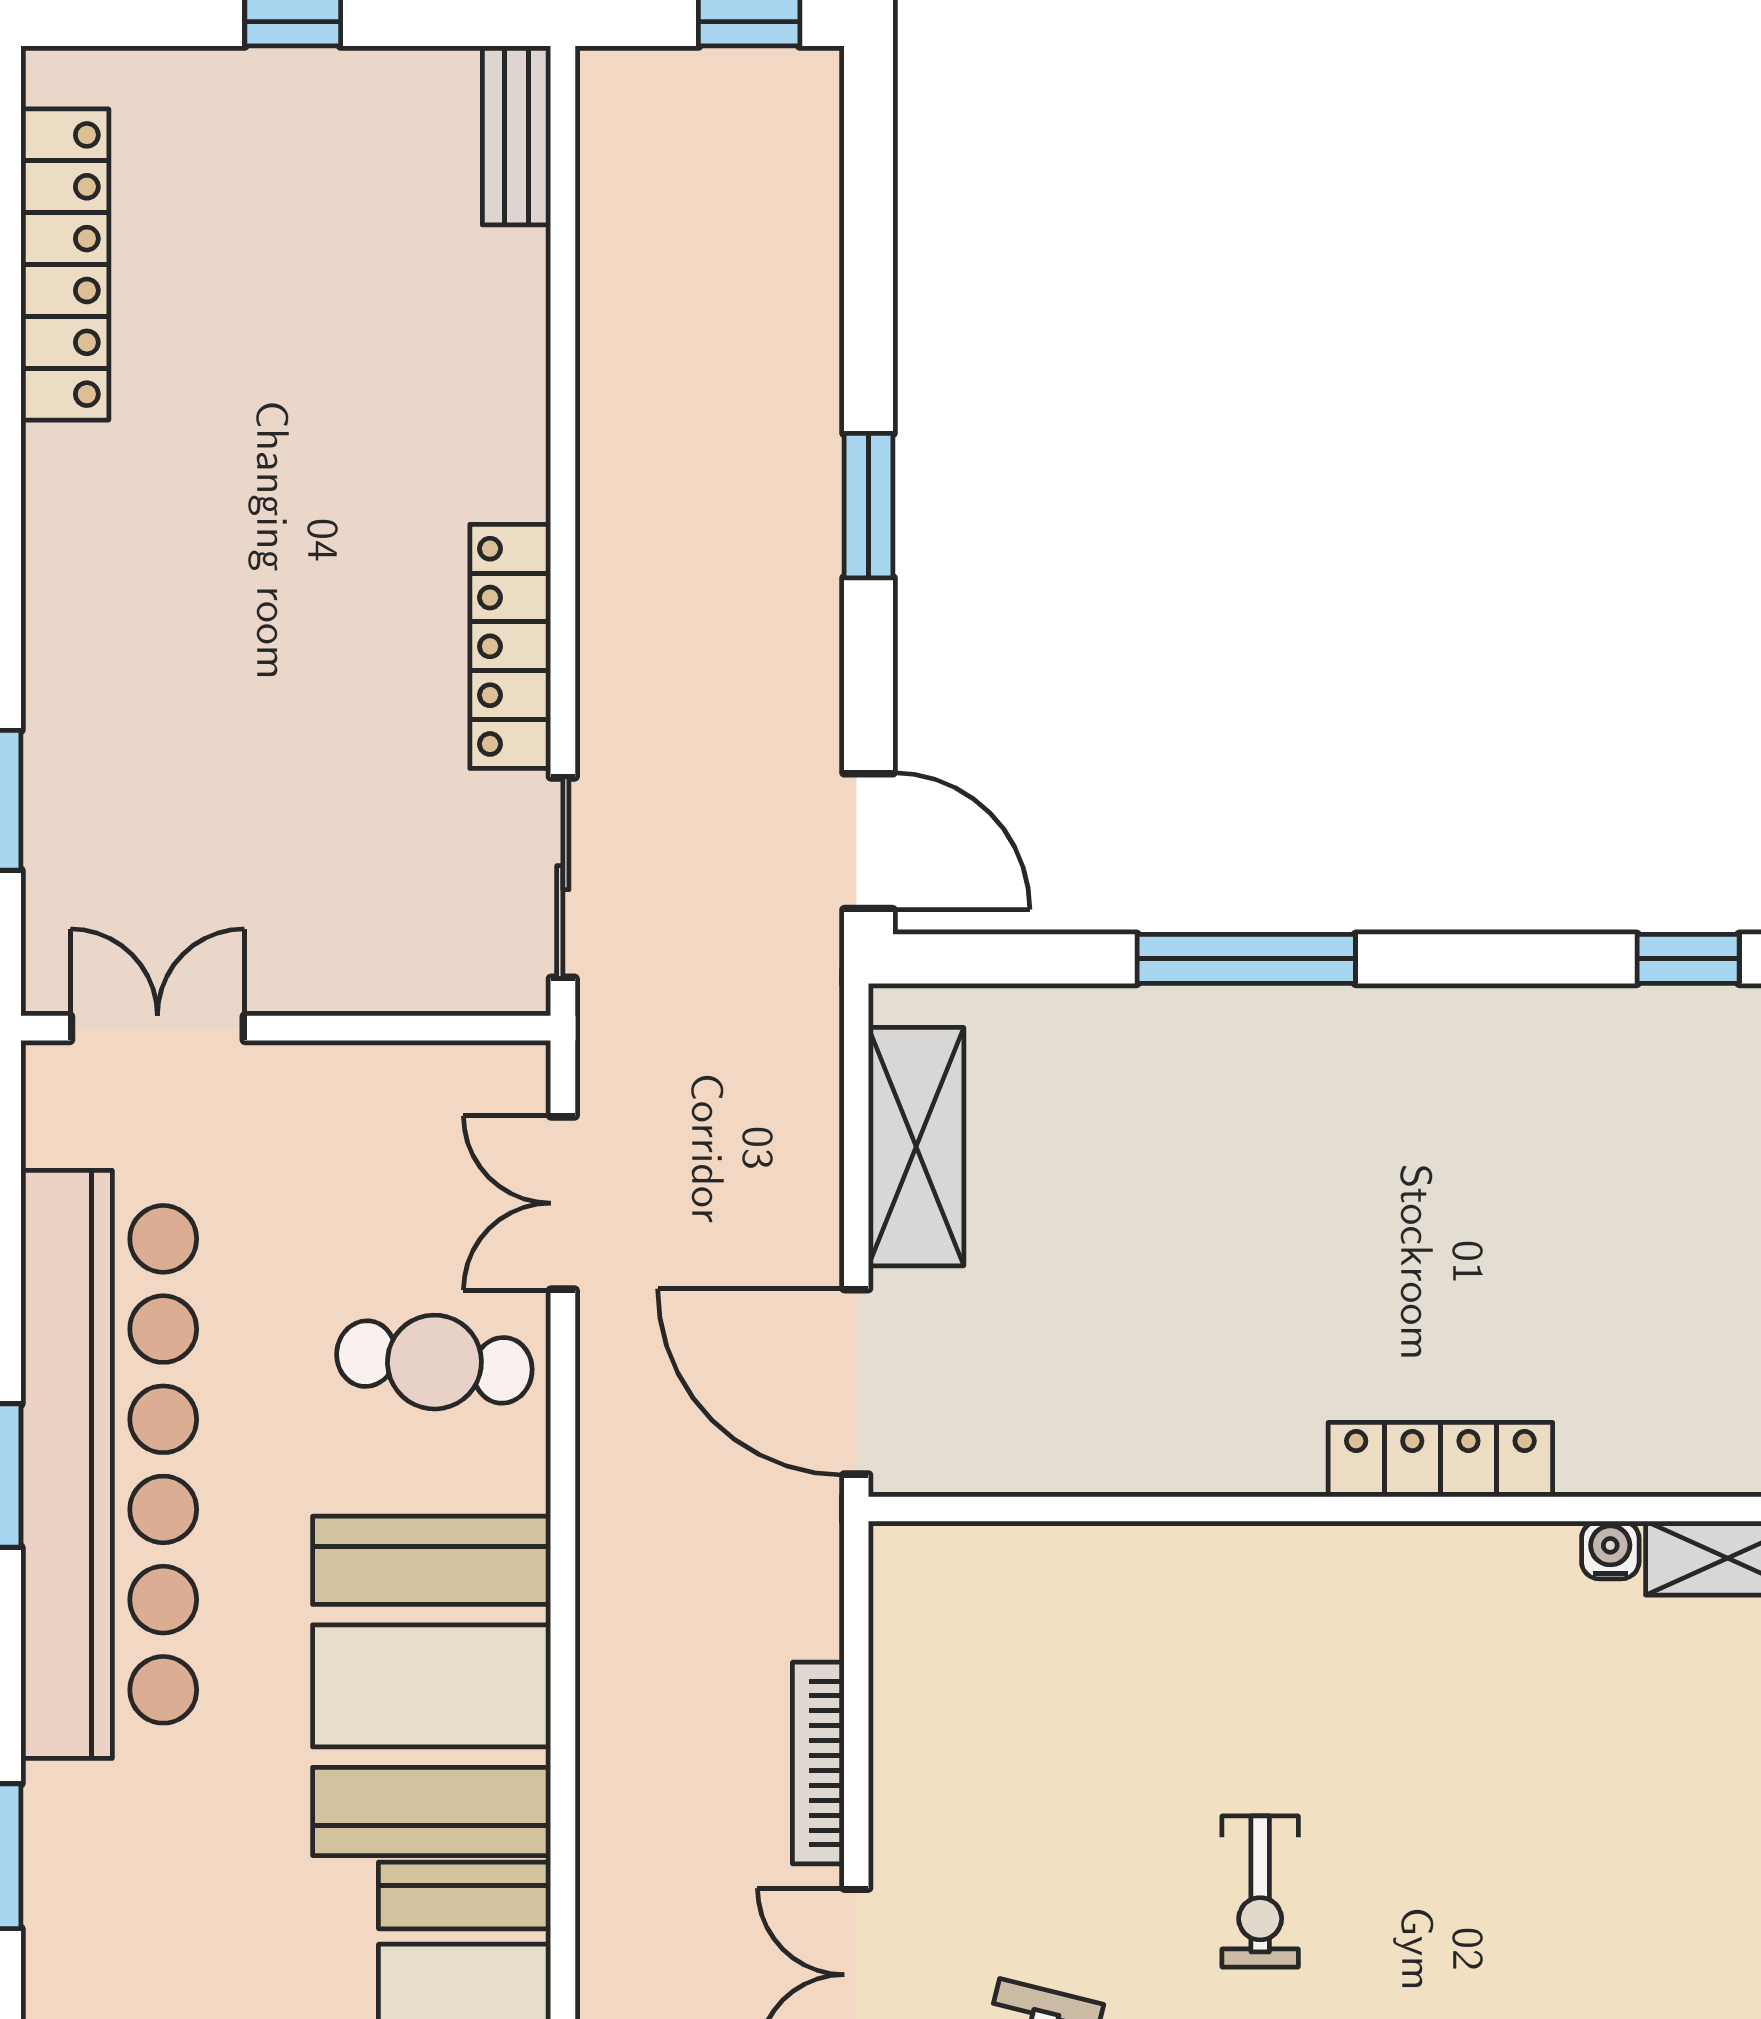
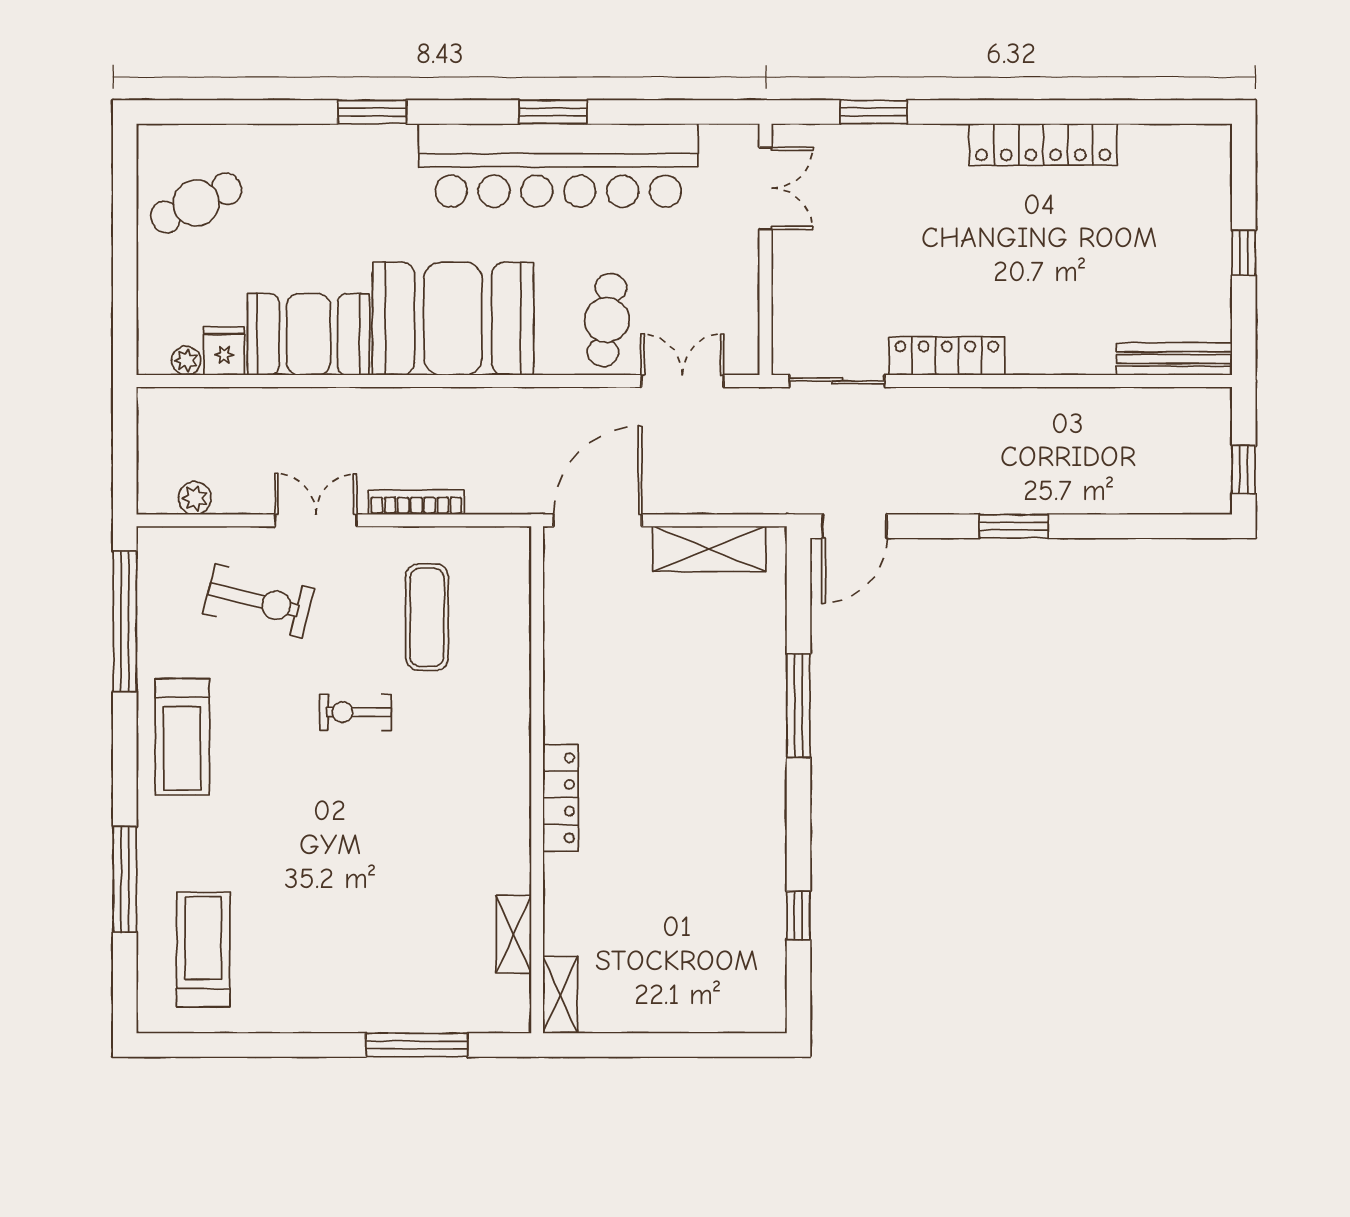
bench: (516, 135) -> (1174, 359), width x1.36
locker: (65, 265) -> (1043, 144), moved
water cooler: (1610, 1550) -> (518, 879), removed
exercise mat: (1060, 1741) -> (427, 617), added

